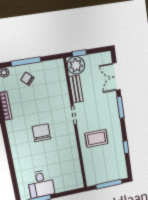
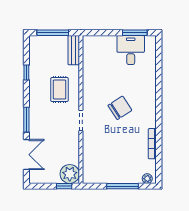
chair: (27, 79) -> (124, 168), removed
bench: (76, 89) -> (74, 50), moved
chair: (41, 133) -> (120, 108), turned -123
rug: (96, 138) -> (59, 90), turned 90

